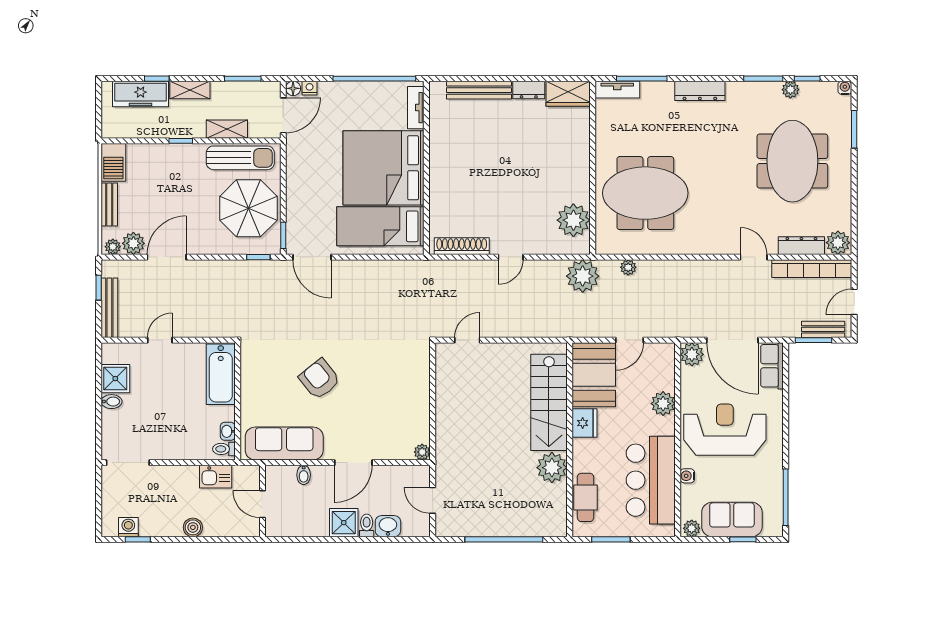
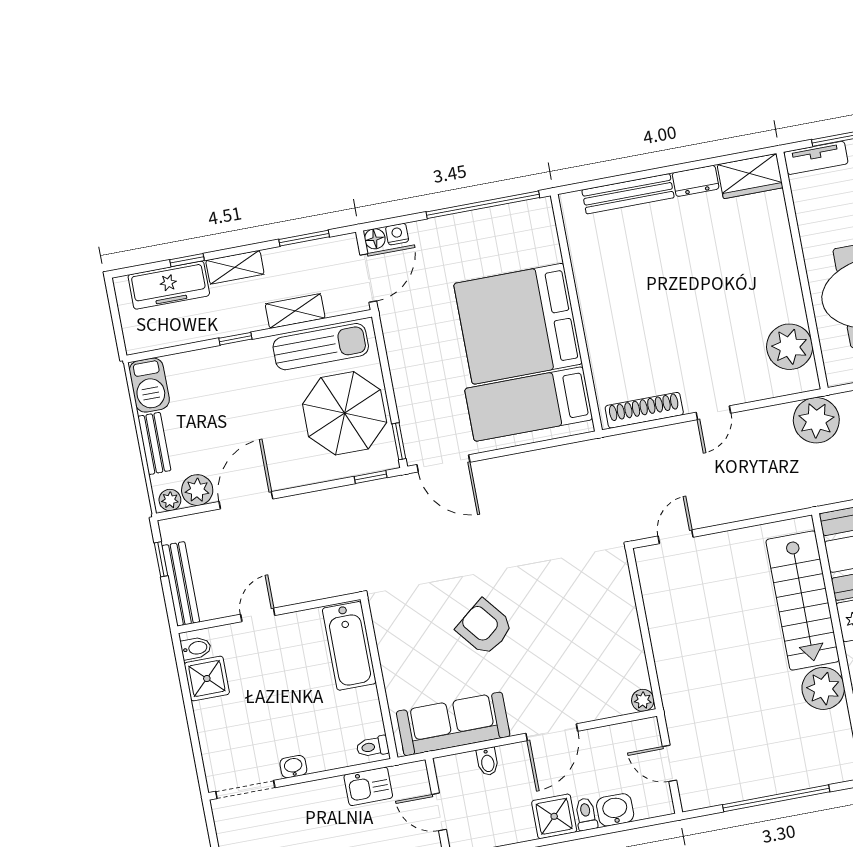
tv unit: (416, 108) -> (547, 234), removed
bidet: (111, 402) -> (196, 648), moved
washbasin: (228, 431) -> (293, 767), moved, turned 90

